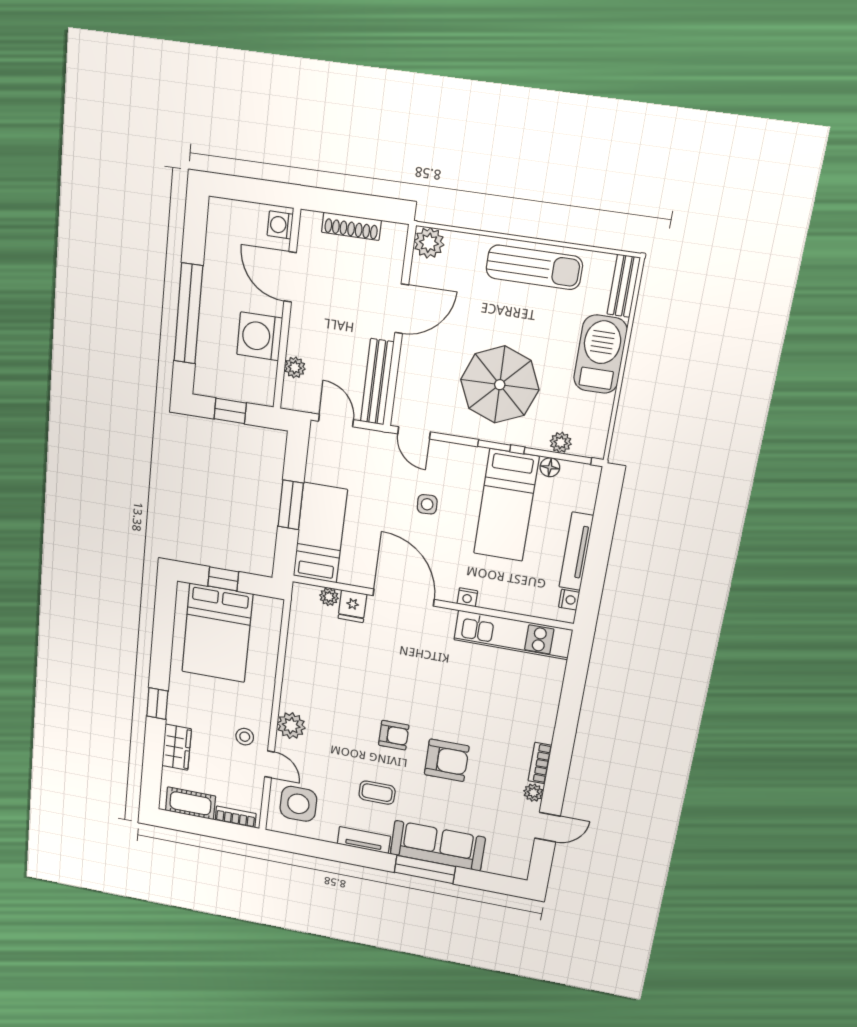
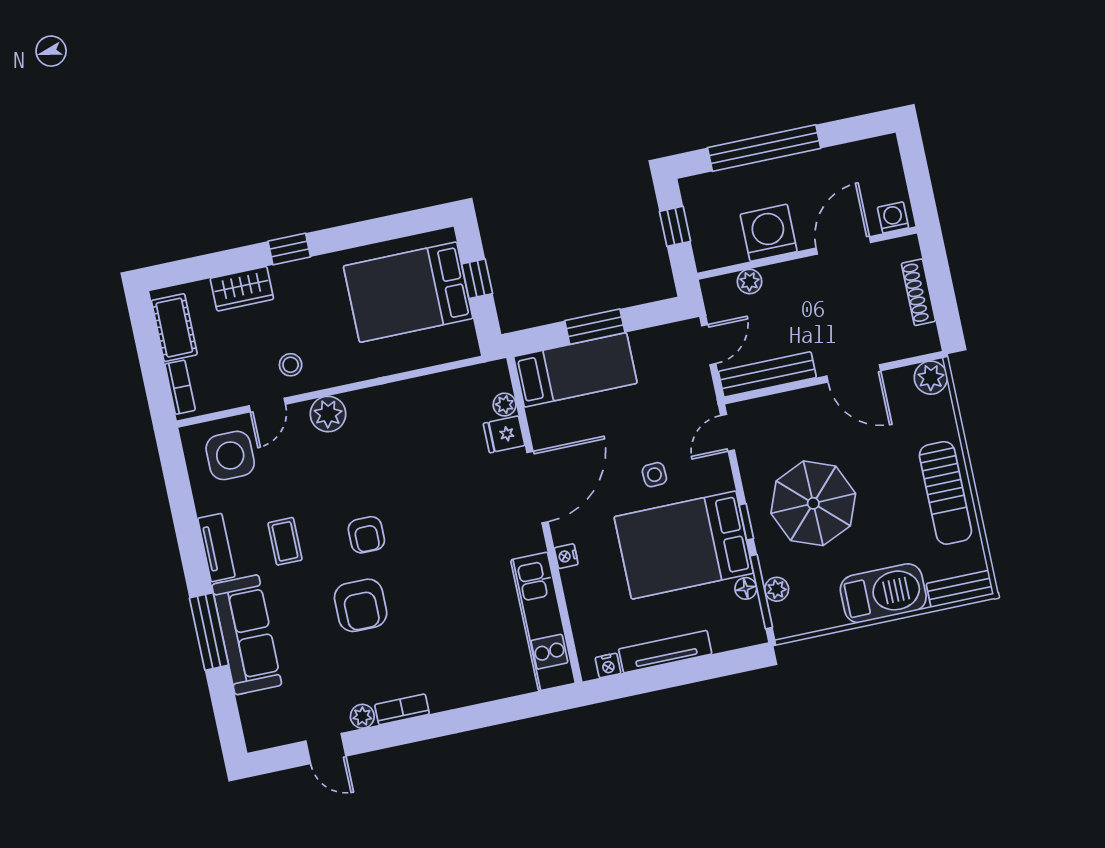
bed: (506, 505) -> (684, 545), width x1.50

